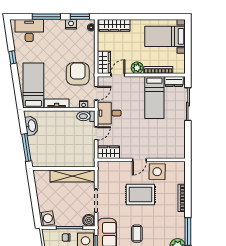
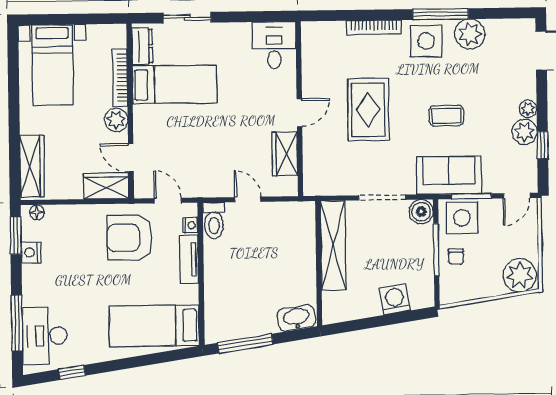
window: (46, 17) -> (17, 323), moved
window: (13, 57) -> (72, 372), moved
tv unit: (57, 103) -> (189, 259), moved
sliding door: (188, 104) -> (187, 18), width x0.73
desk: (109, 113) -> (274, 45), moved, turned 180
washbasin: (32, 126) -> (296, 318), moved
window: (26, 148) -> (245, 344), moved
wardrobe: (108, 152) -> (285, 154), moved
door: (139, 160) -> (299, 113), hinge flipped
side table: (157, 172) -> (426, 41), moved
washing machine: (47, 218) -> (395, 299), moved

